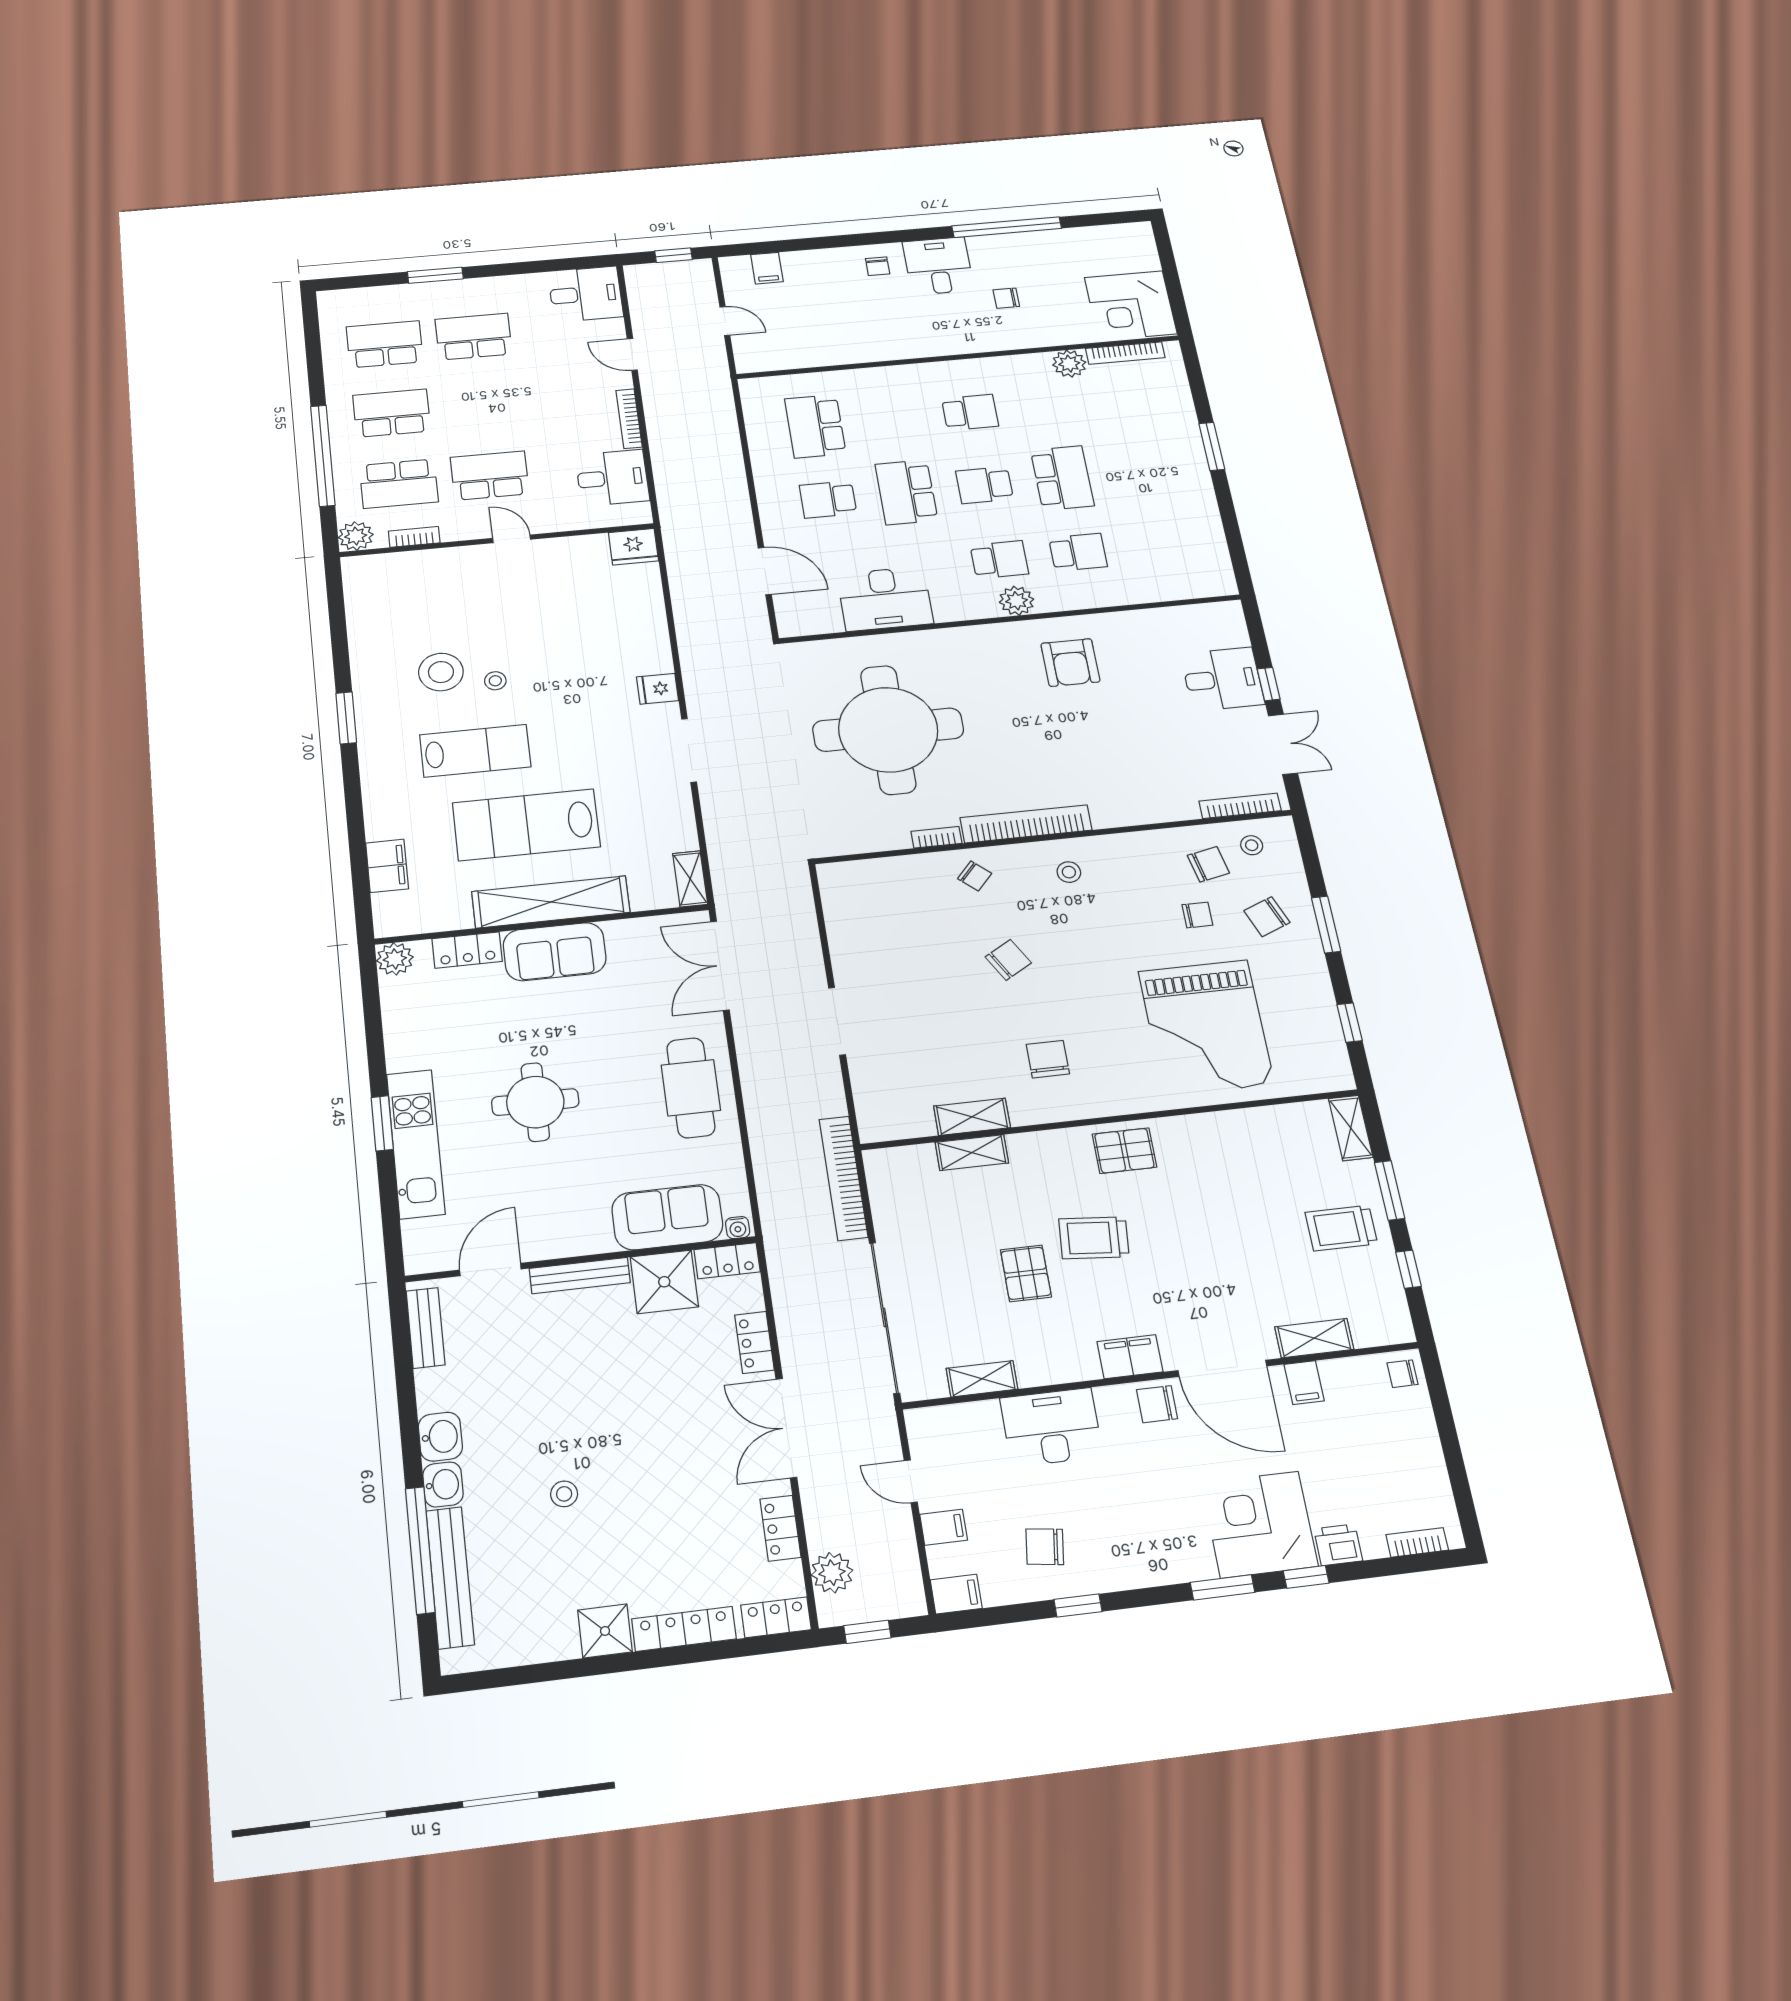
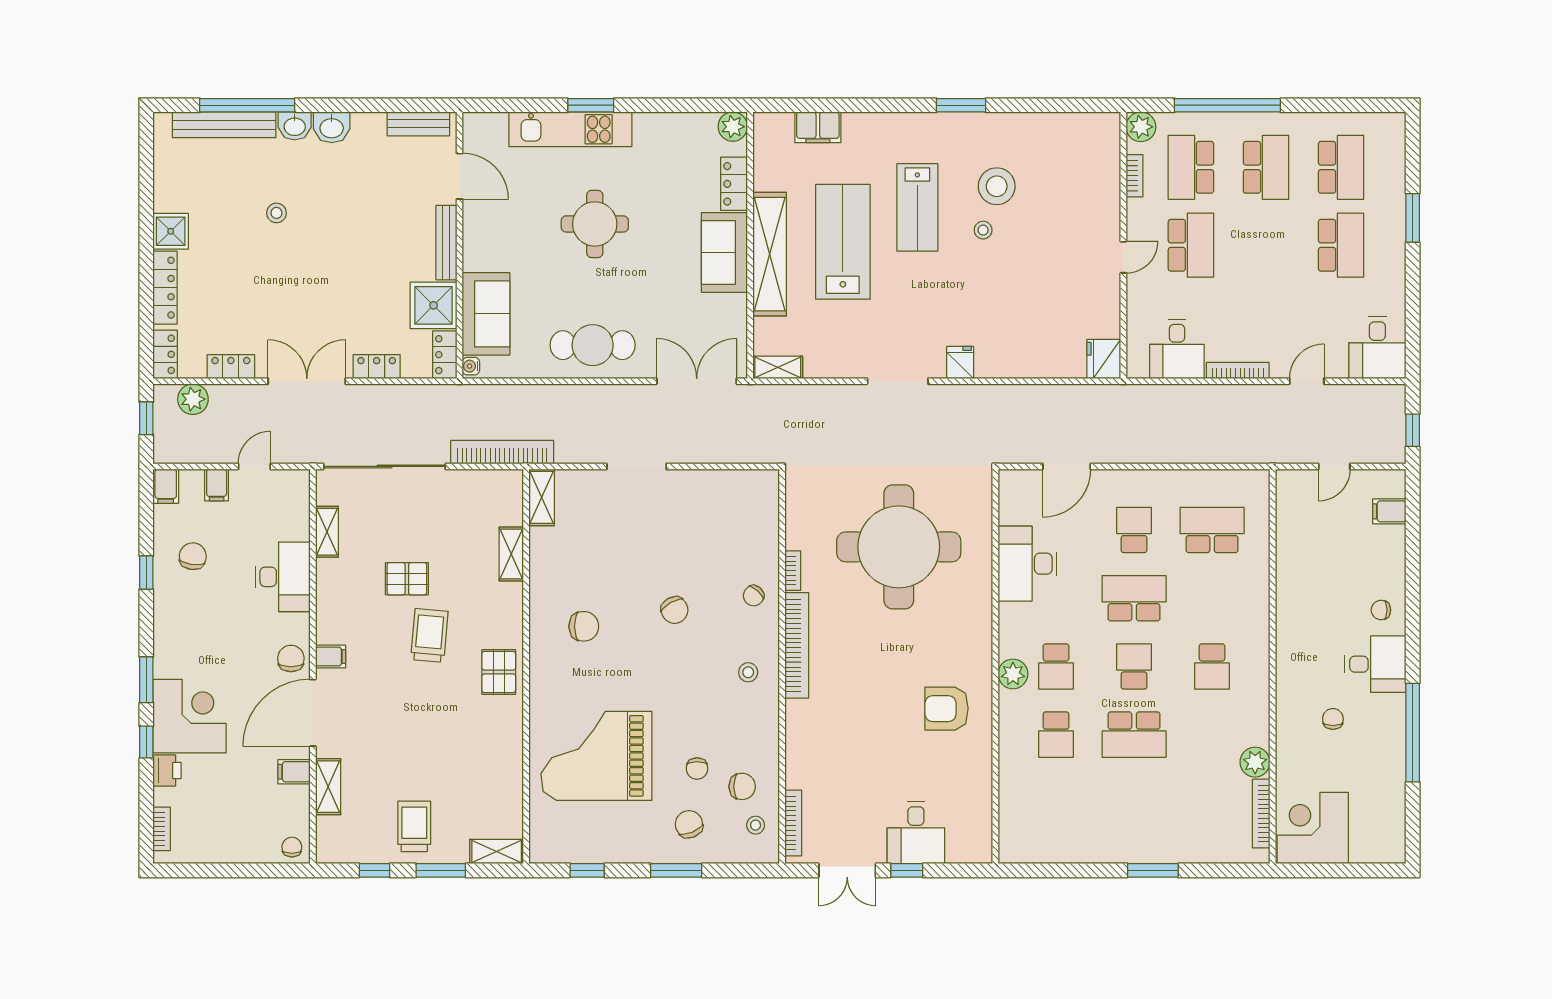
chair: (1208, 864) -> (742, 786), turned -78
shelving: (972, 1117) -> (542, 497), moved
filing cabinet: (1130, 1357) -> (331, 656), width x0.50

